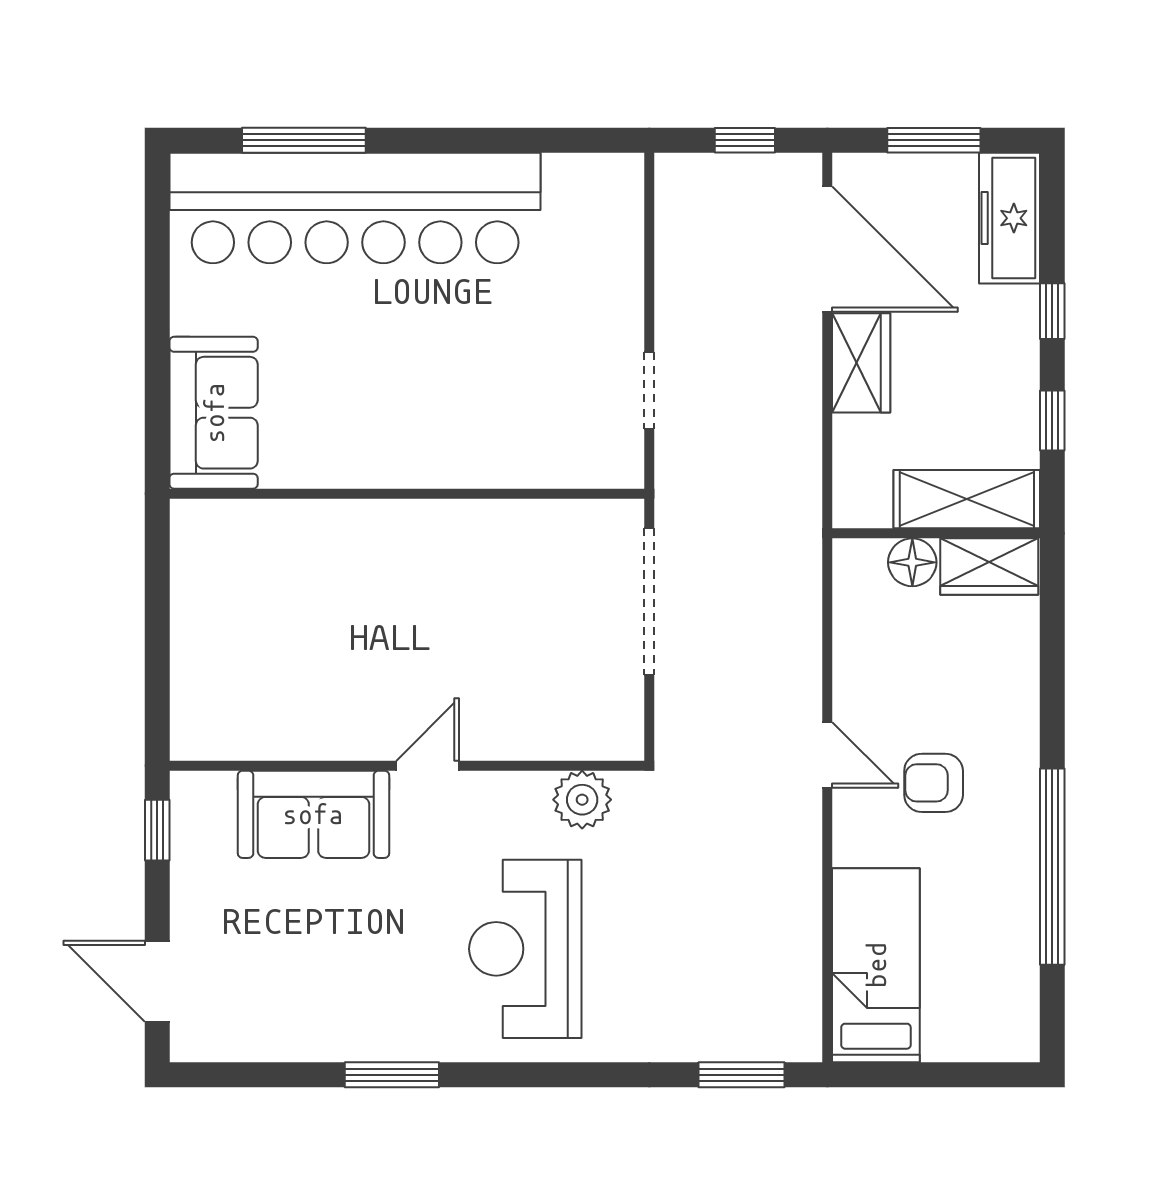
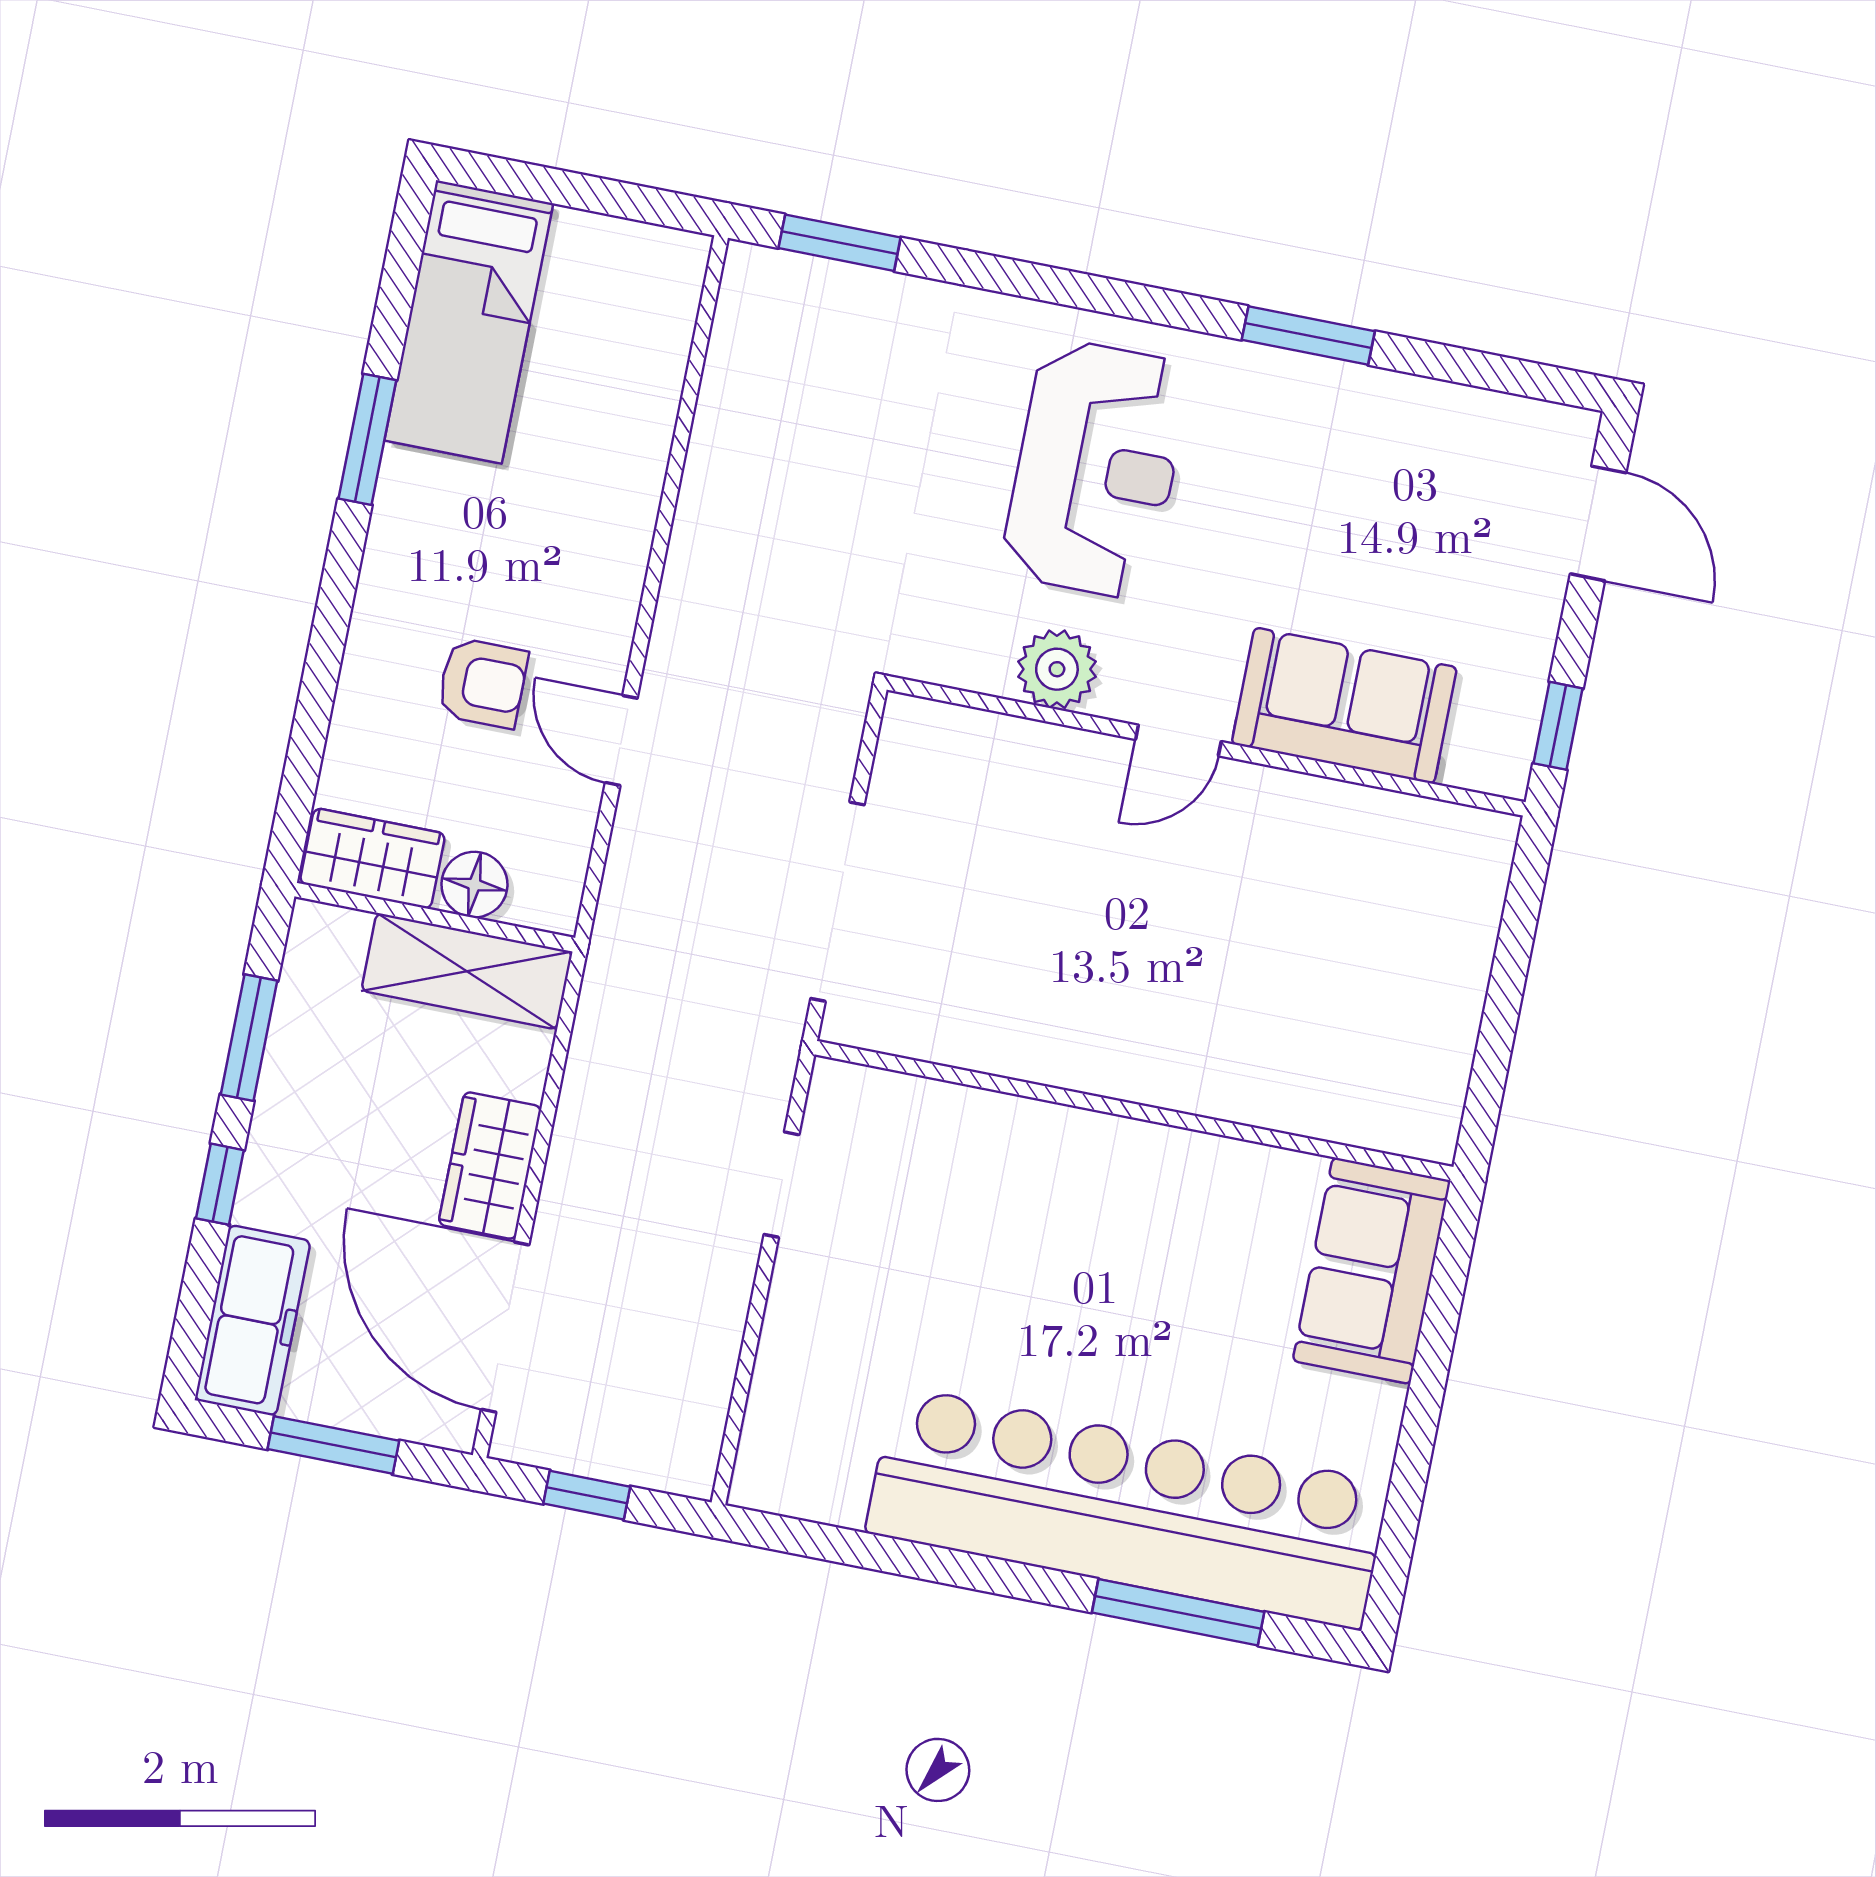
window: (1052, 420) -> (249, 1038), width x1.50
shelving: (967, 499) -> (467, 971), moved
door: (827, 755) -> (621, 740), moved
armchair: (934, 783) -> (482, 683), moved
plant: (582, 800) -> (1057, 669), moved
window: (1052, 867) -> (367, 439), width x0.47
bed: (876, 965) -> (469, 322), moved

